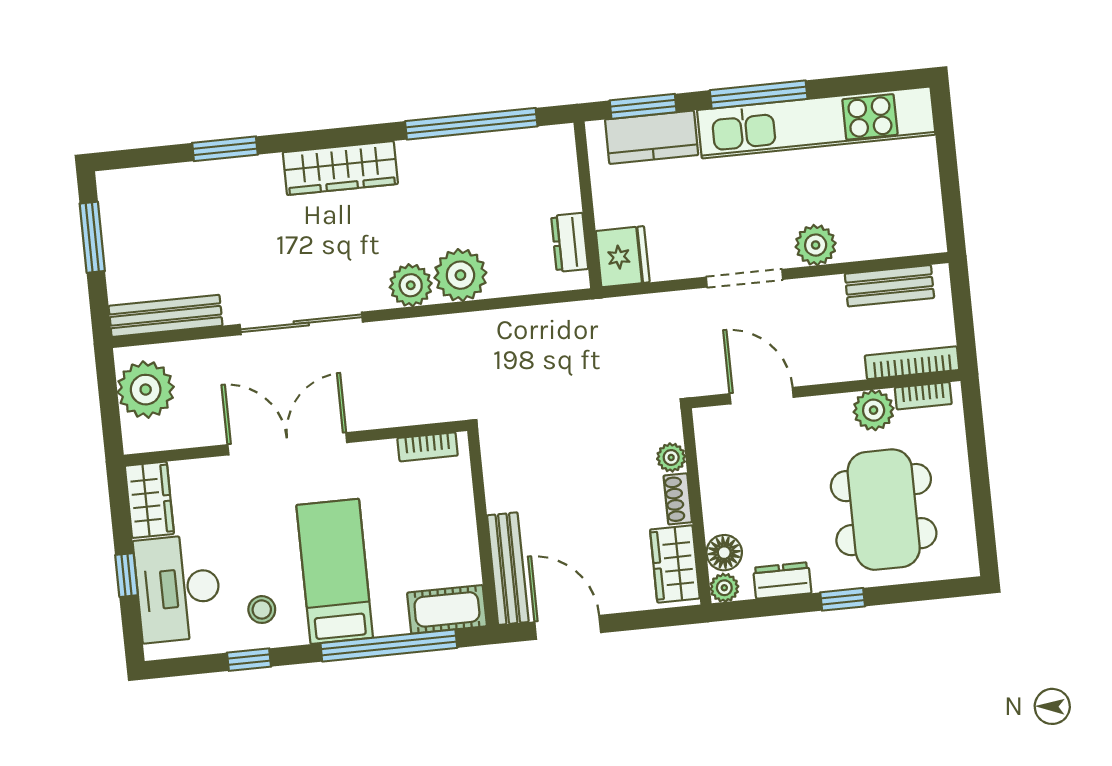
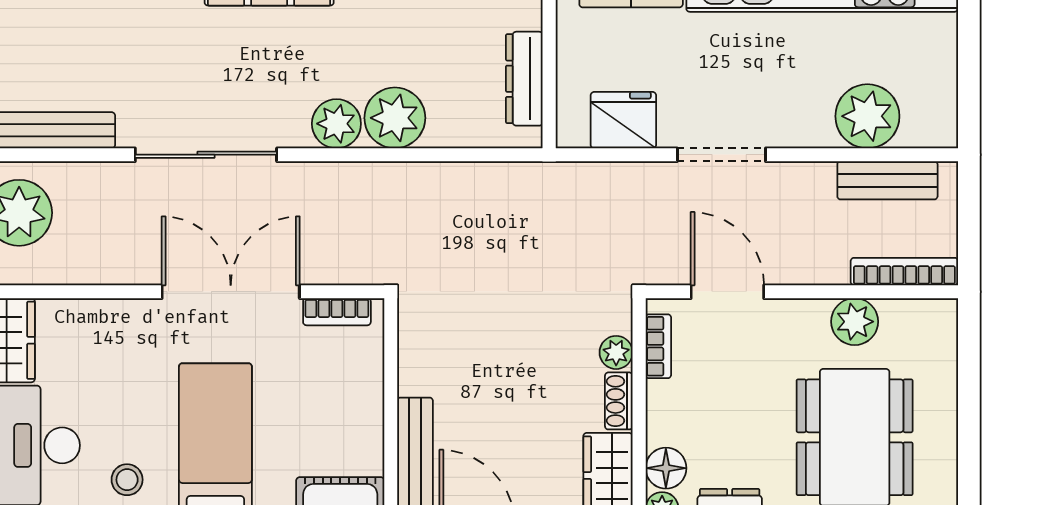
dresser: (570, 242) -> (524, 79), width x1.44
plant: (816, 245) -> (867, 116), moved, width x1.36, depth x1.36
fridge: (623, 257) -> (623, 120), moved, turned -90
bookcase: (923, 396) -> (658, 346), moved, turned -90
double door: (287, 444) -> (231, 292), moved

